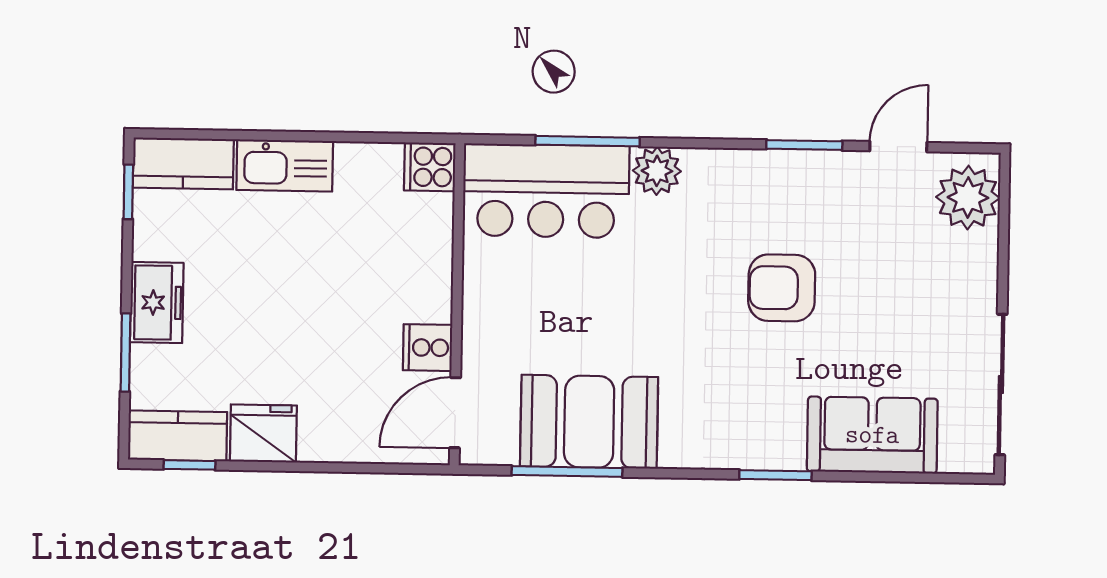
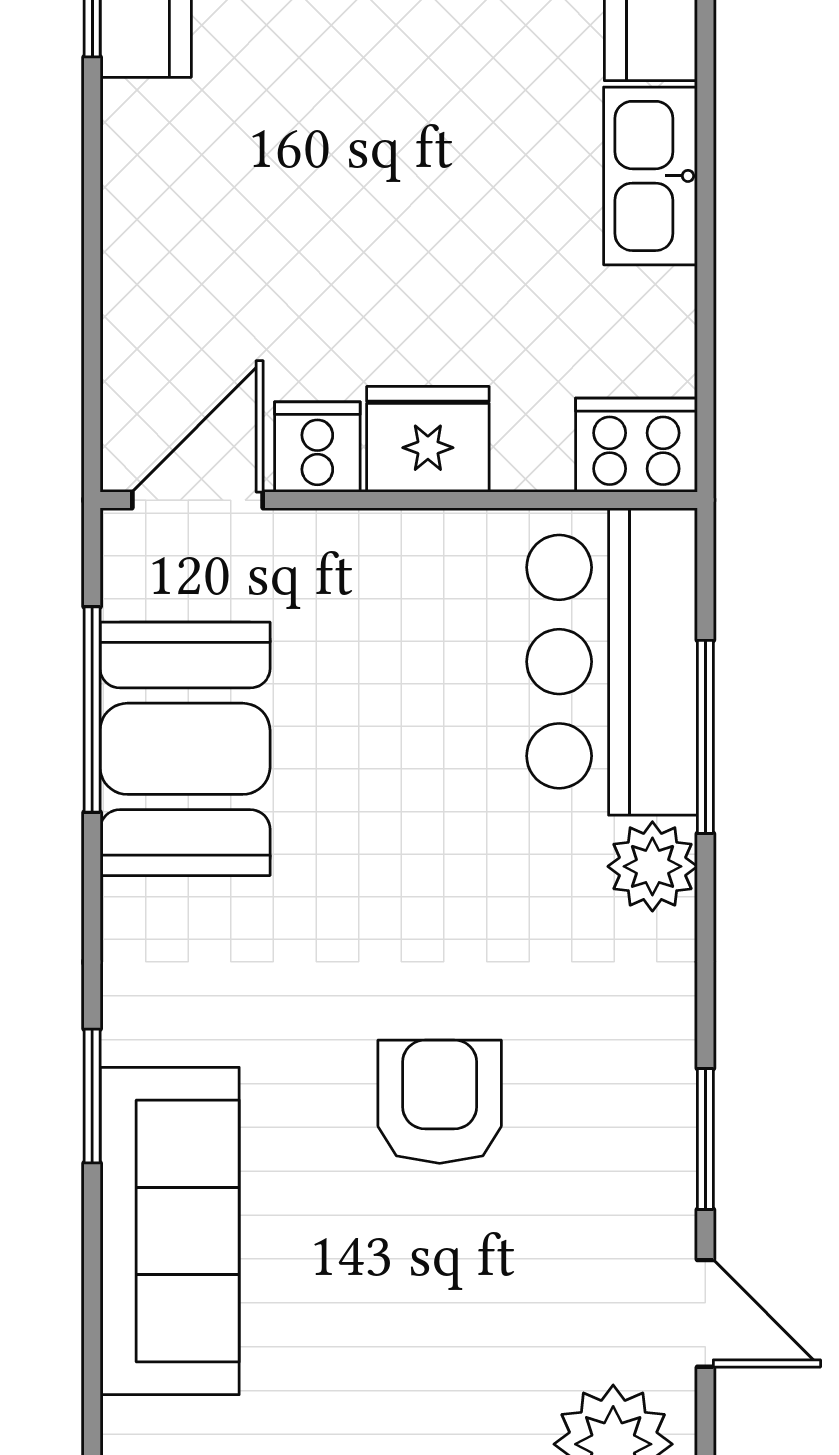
cooker: (430, 167) -> (636, 445), width x1.36
door: (455, 413) -> (197, 500), hinge flipped
fridge: (263, 433) -> (428, 439), moved, turned -90
sofa: (872, 435) -> (170, 1231), width x1.36

